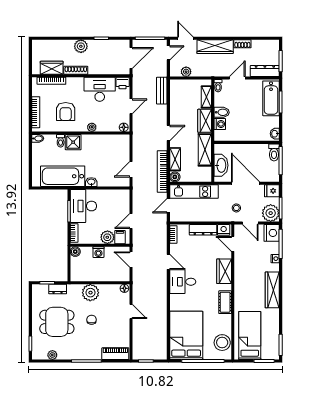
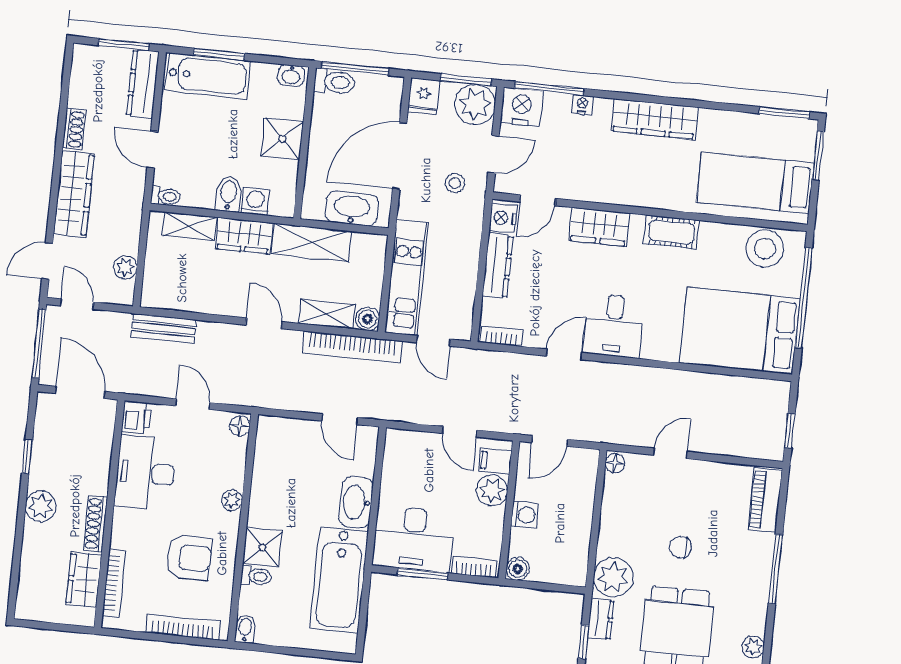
shower: (248, 133) -> (282, 139), added
washbasin: (91, 182) -> (356, 502), width x1.91, depth x1.45
plant: (90, 293) -> (613, 578), moved

